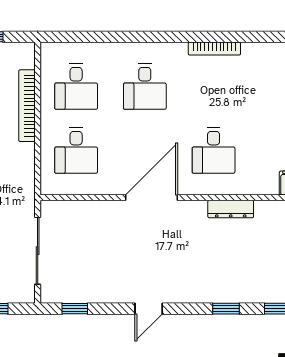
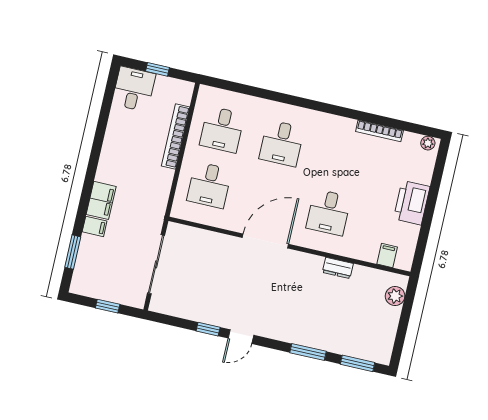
bookcase: (214, 49) -> (379, 131), moved
dresser: (231, 209) -> (338, 268), width x0.70
window: (75, 309) -> (208, 329), moved
window: (226, 309) -> (308, 352), width x1.50

